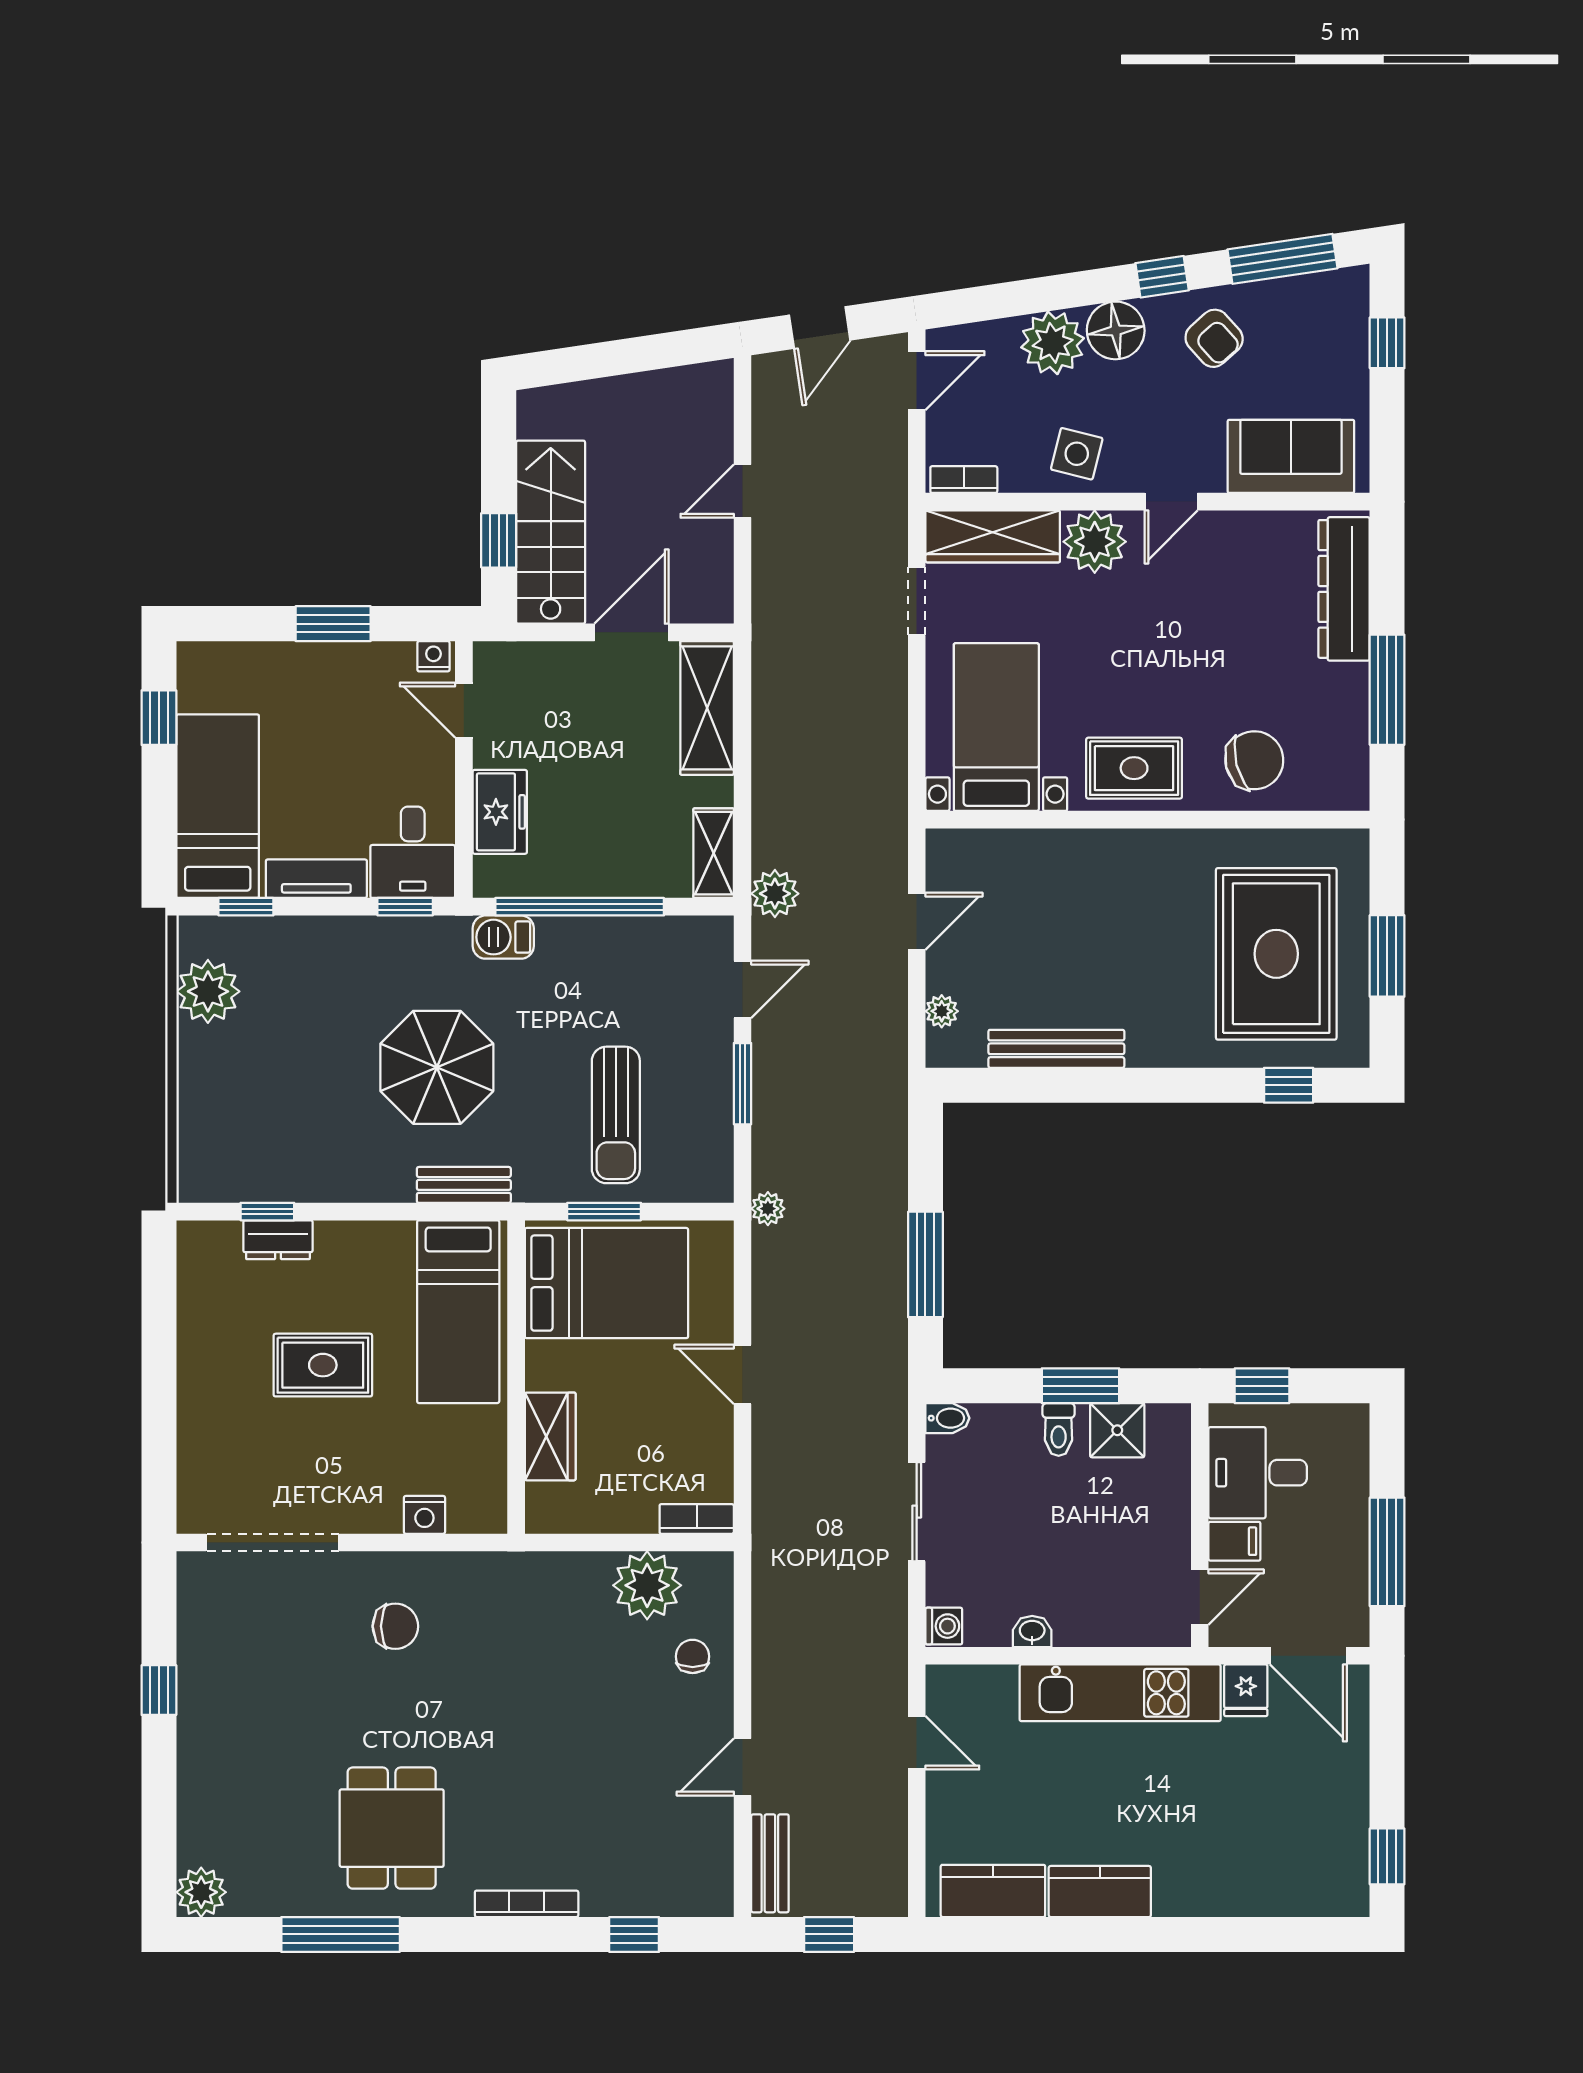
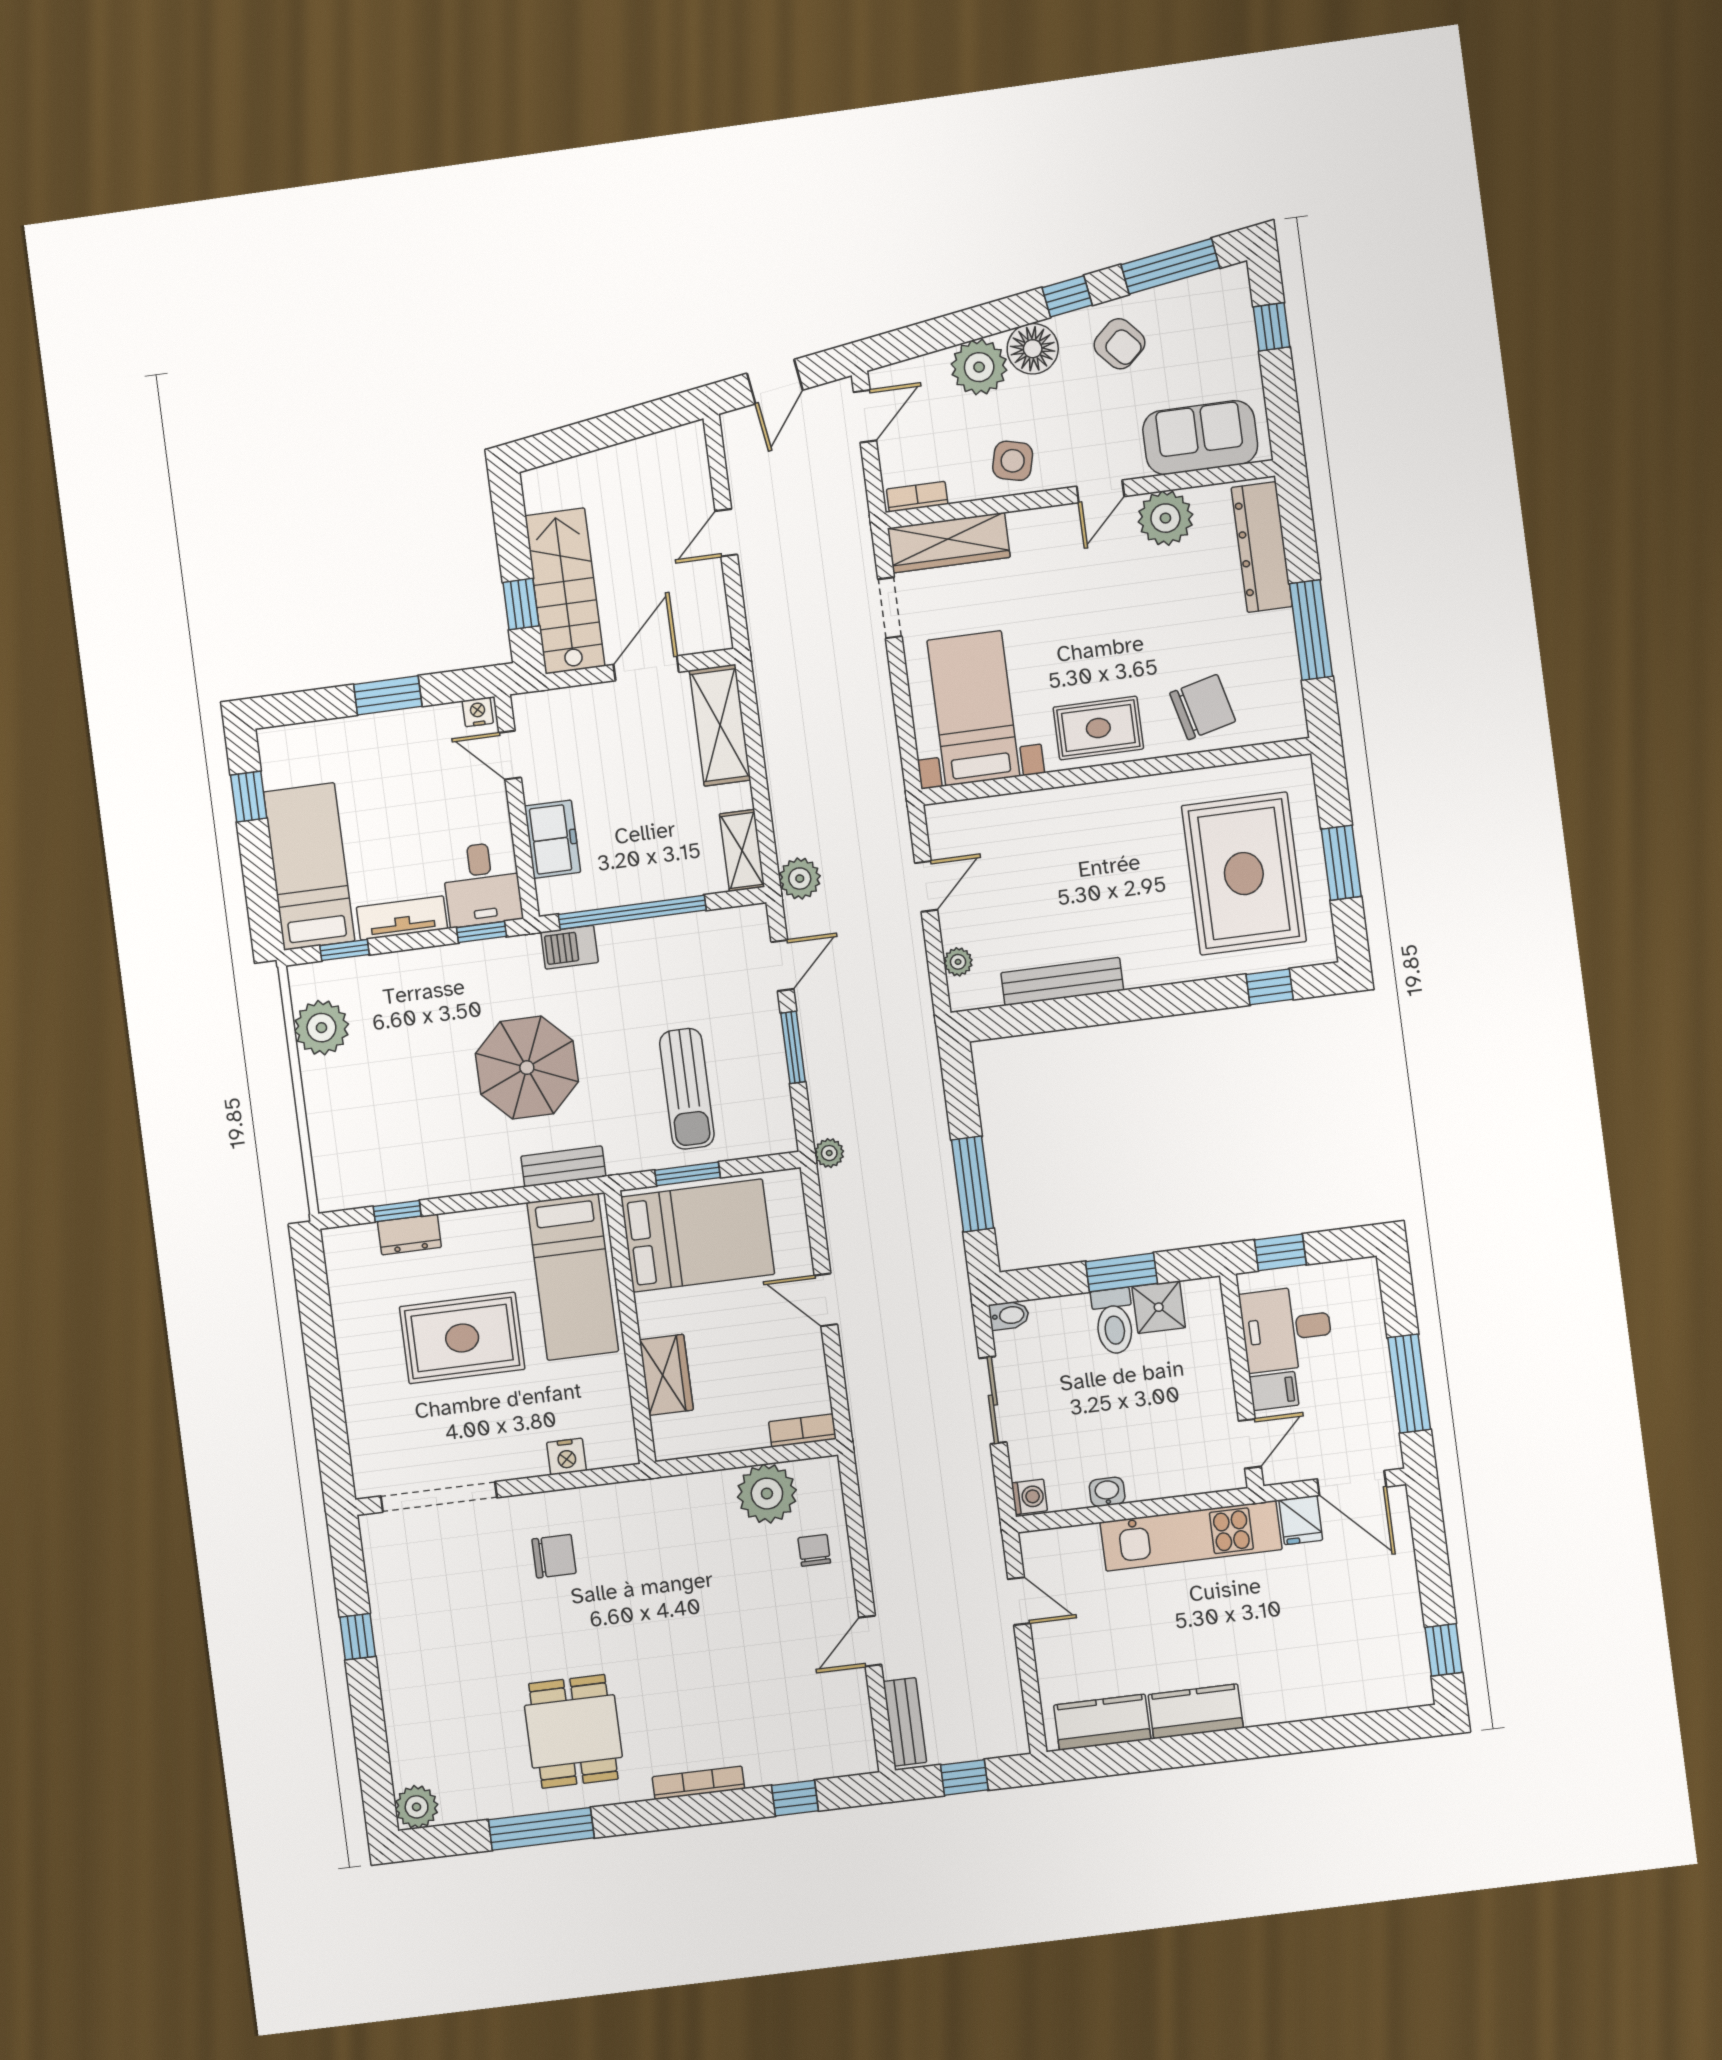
plant: (1095, 542) -> (1165, 518), moved
rug: (323, 1365) -> (462, 1338), width x1.36, depth x1.43
toilet: (1059, 1430) -> (1114, 1321), width x1.37, depth x1.39

